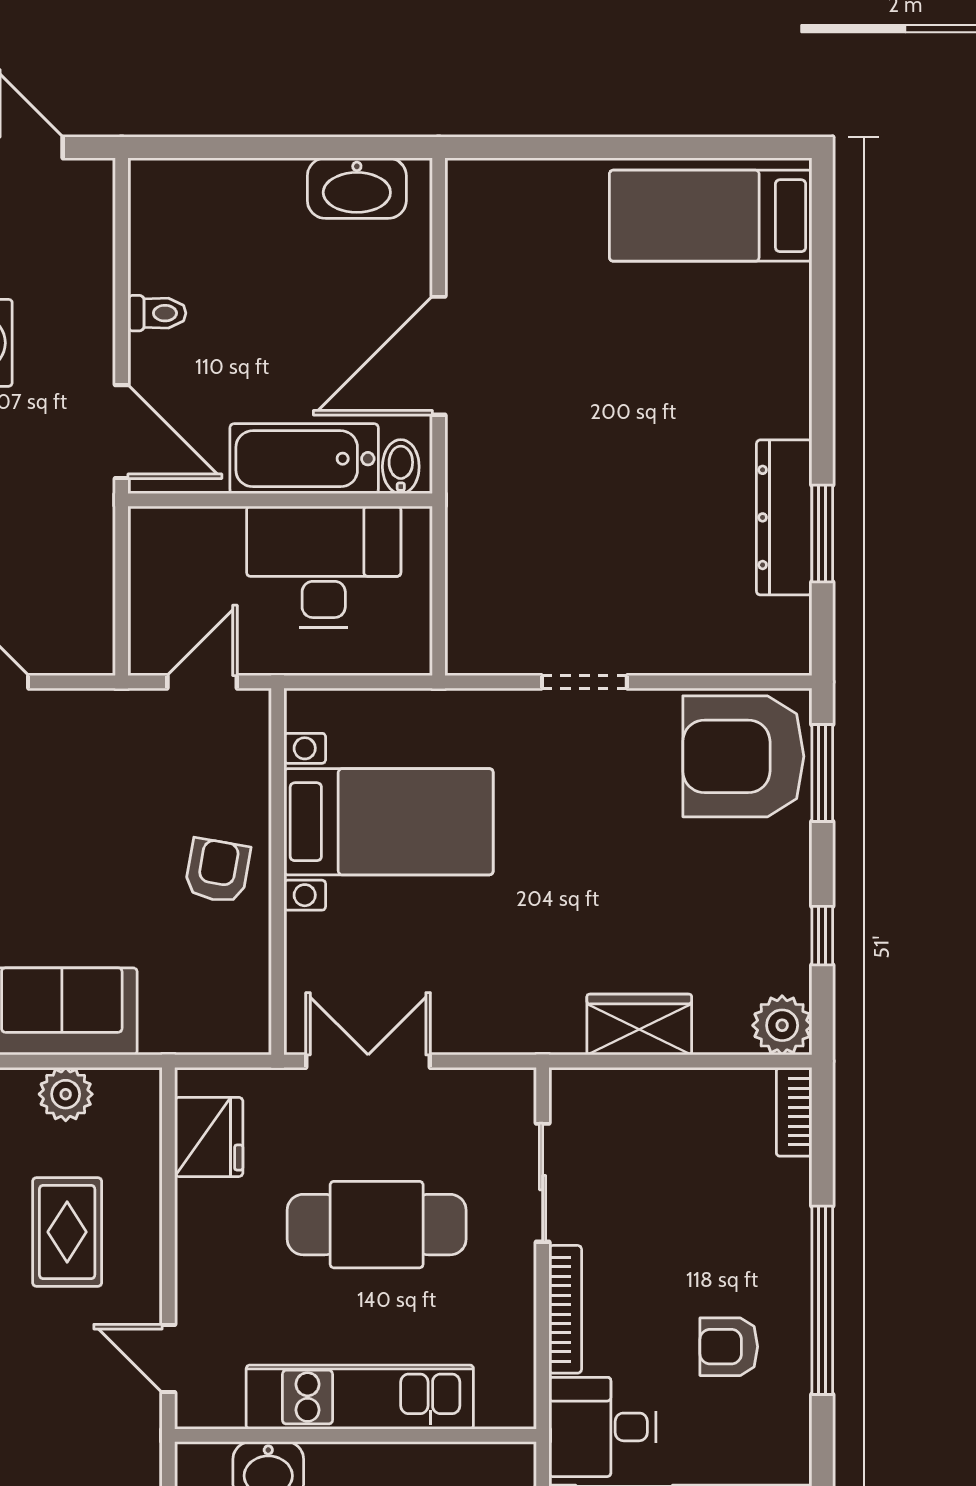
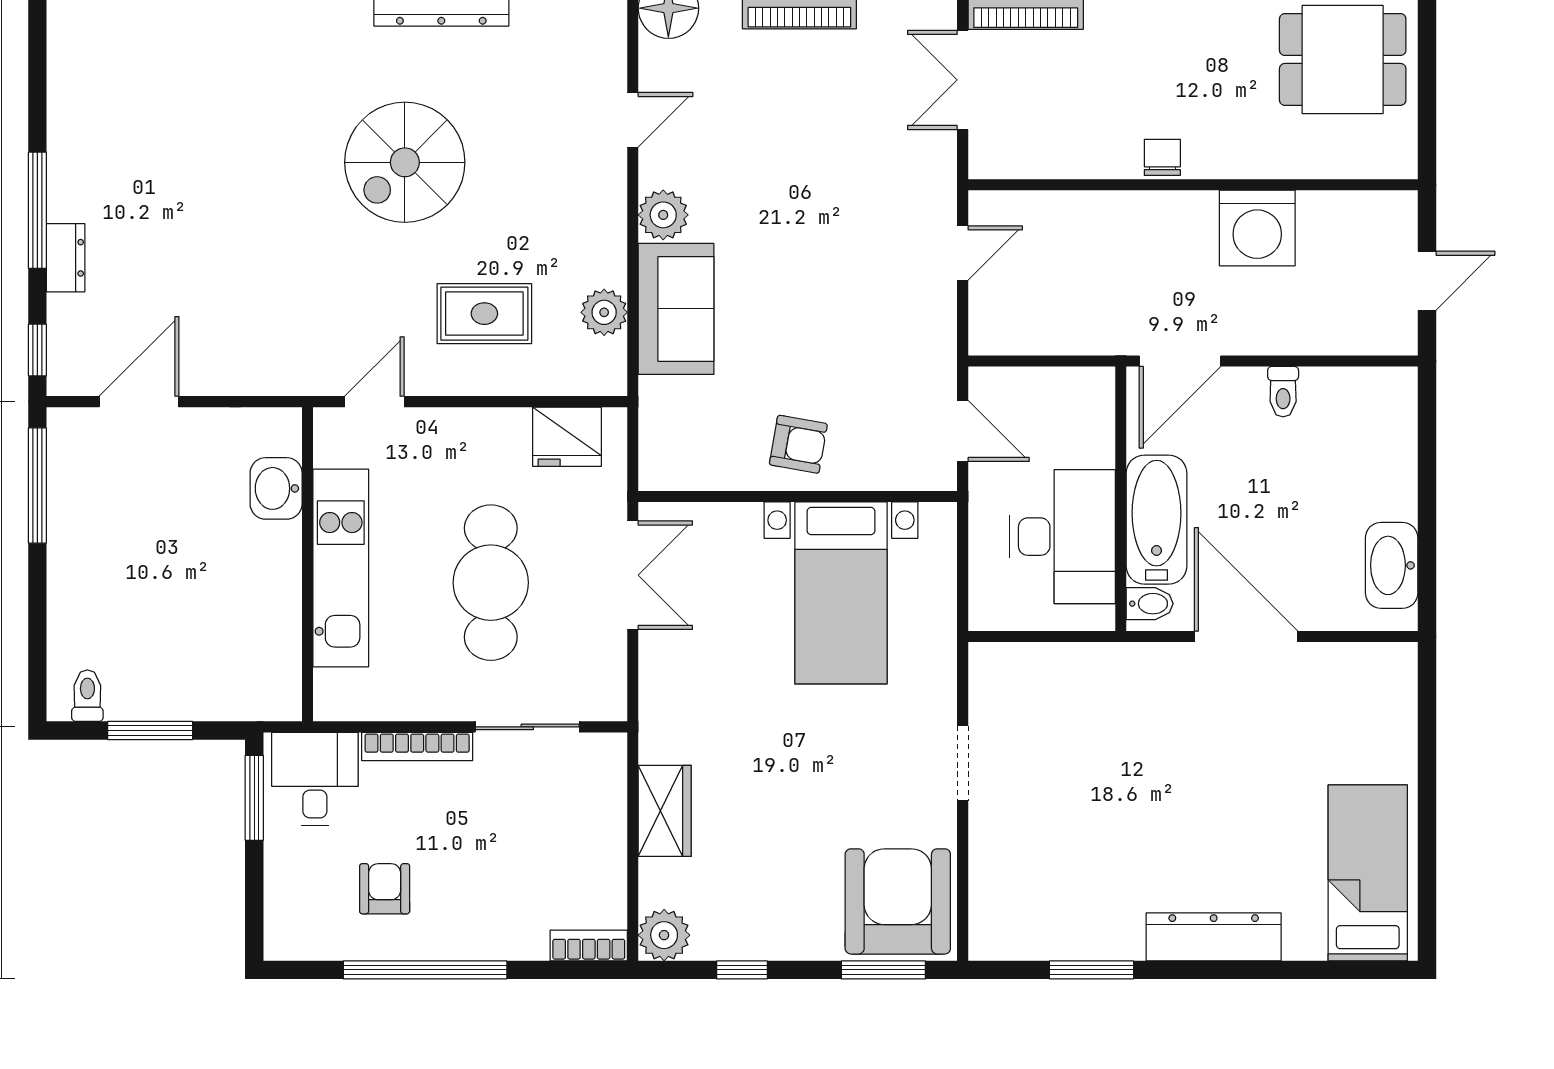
dresser: (784, 517) -> (1214, 937), moved

